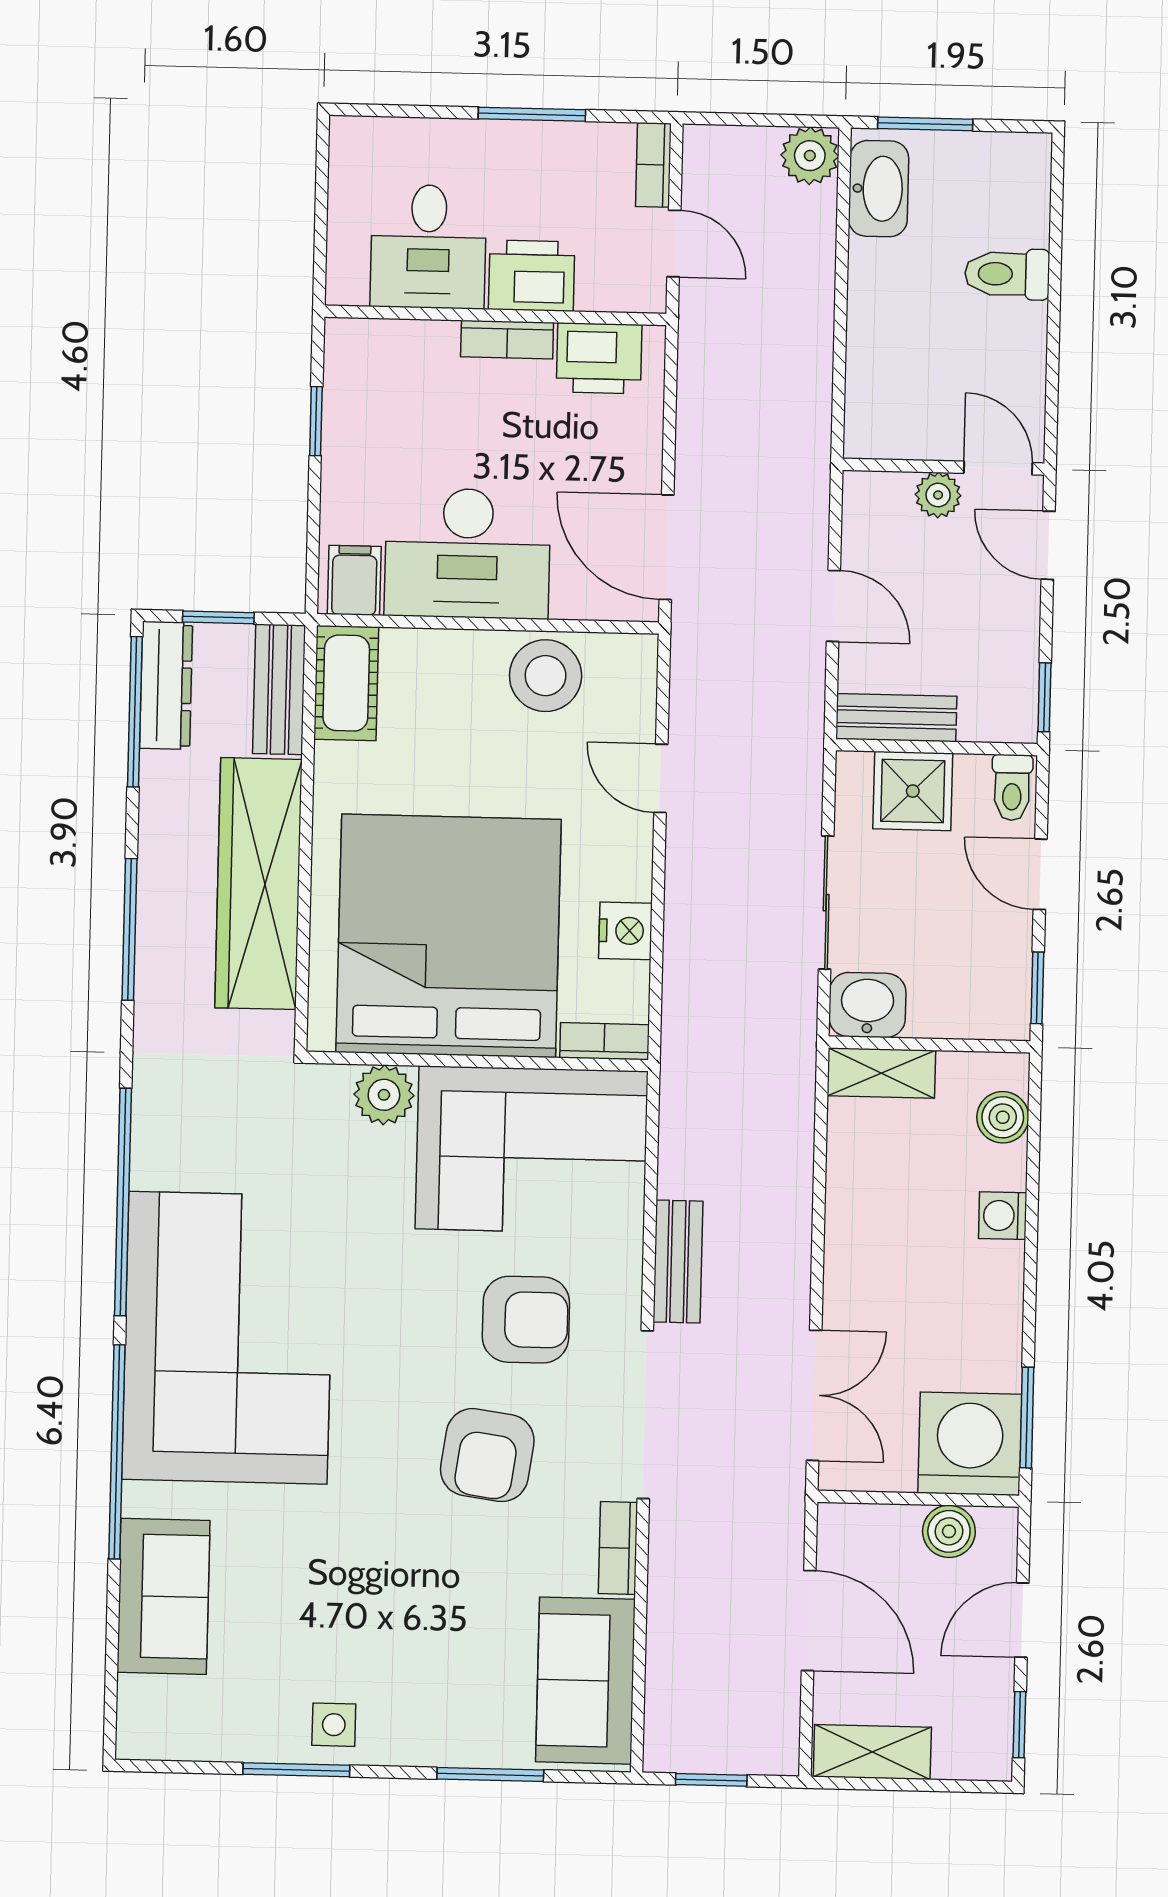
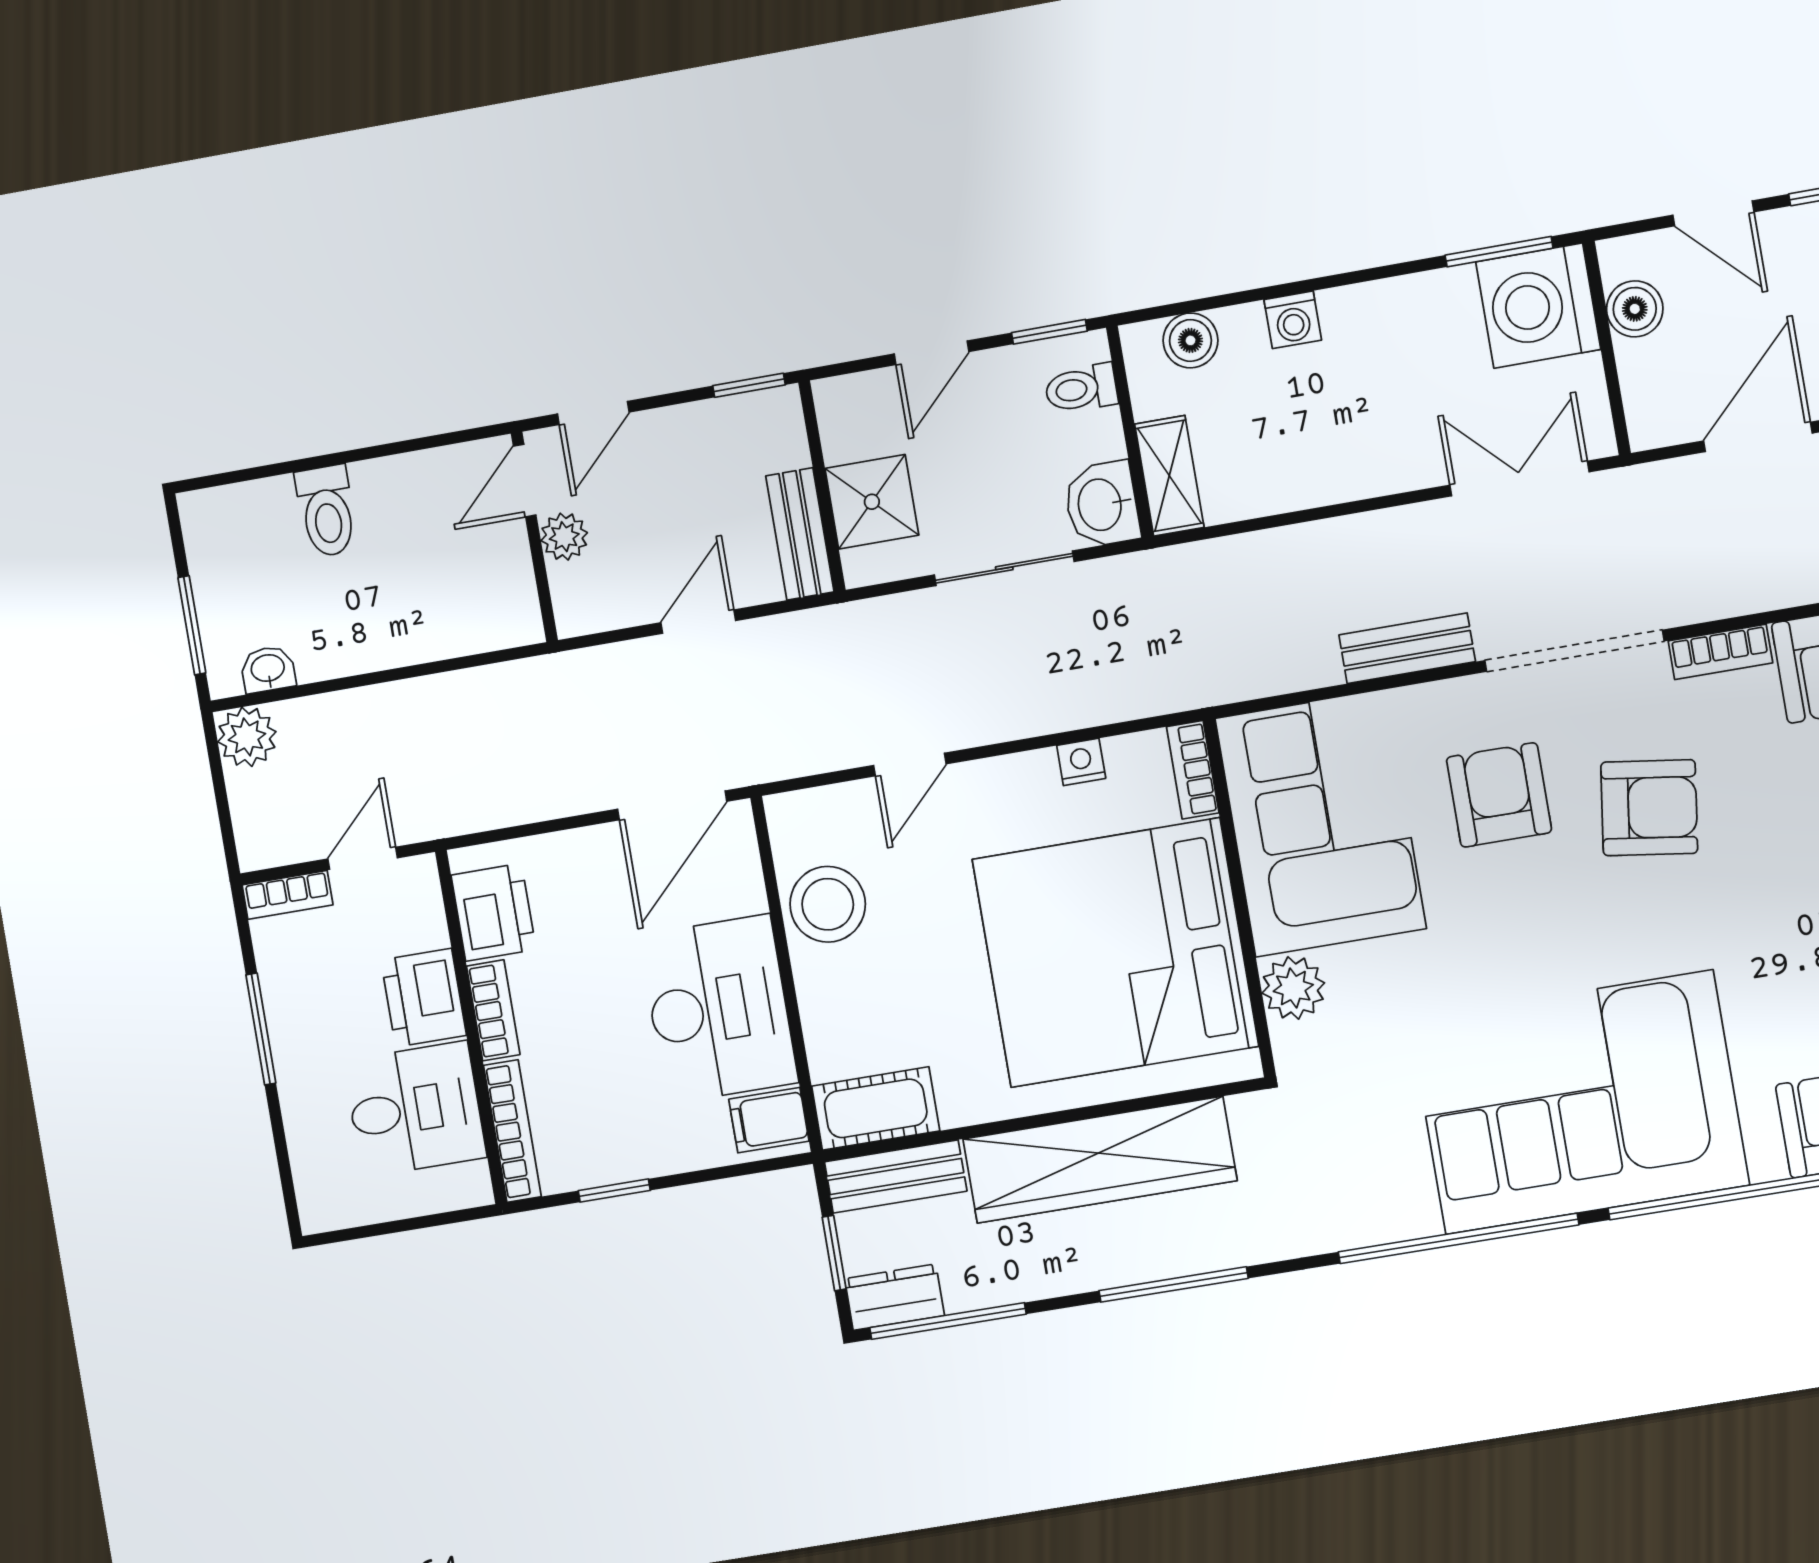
washbasin: (879, 189) -> (268, 669), width x0.52, depth x0.69
bookcase: (390, 335) -> (512, 1131), added
dresser: (166, 685) -> (894, 1297), width x0.70
toilet: (1012, 788) -> (1081, 389), moved, turned 180
nightstand: (625, 931) -> (1081, 762), width x0.72, depth x0.74

